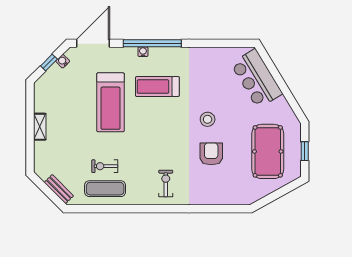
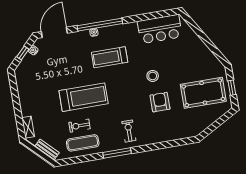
bar counter: (257, 79) -> (160, 29), moved, turned -59
treadmill: (111, 102) -> (84, 97), moved, turned -90
shelving: (40, 127) -> (28, 127), moved
pool table: (268, 151) -> (203, 93), turned 90
window: (146, 209) -> (117, 153), added

